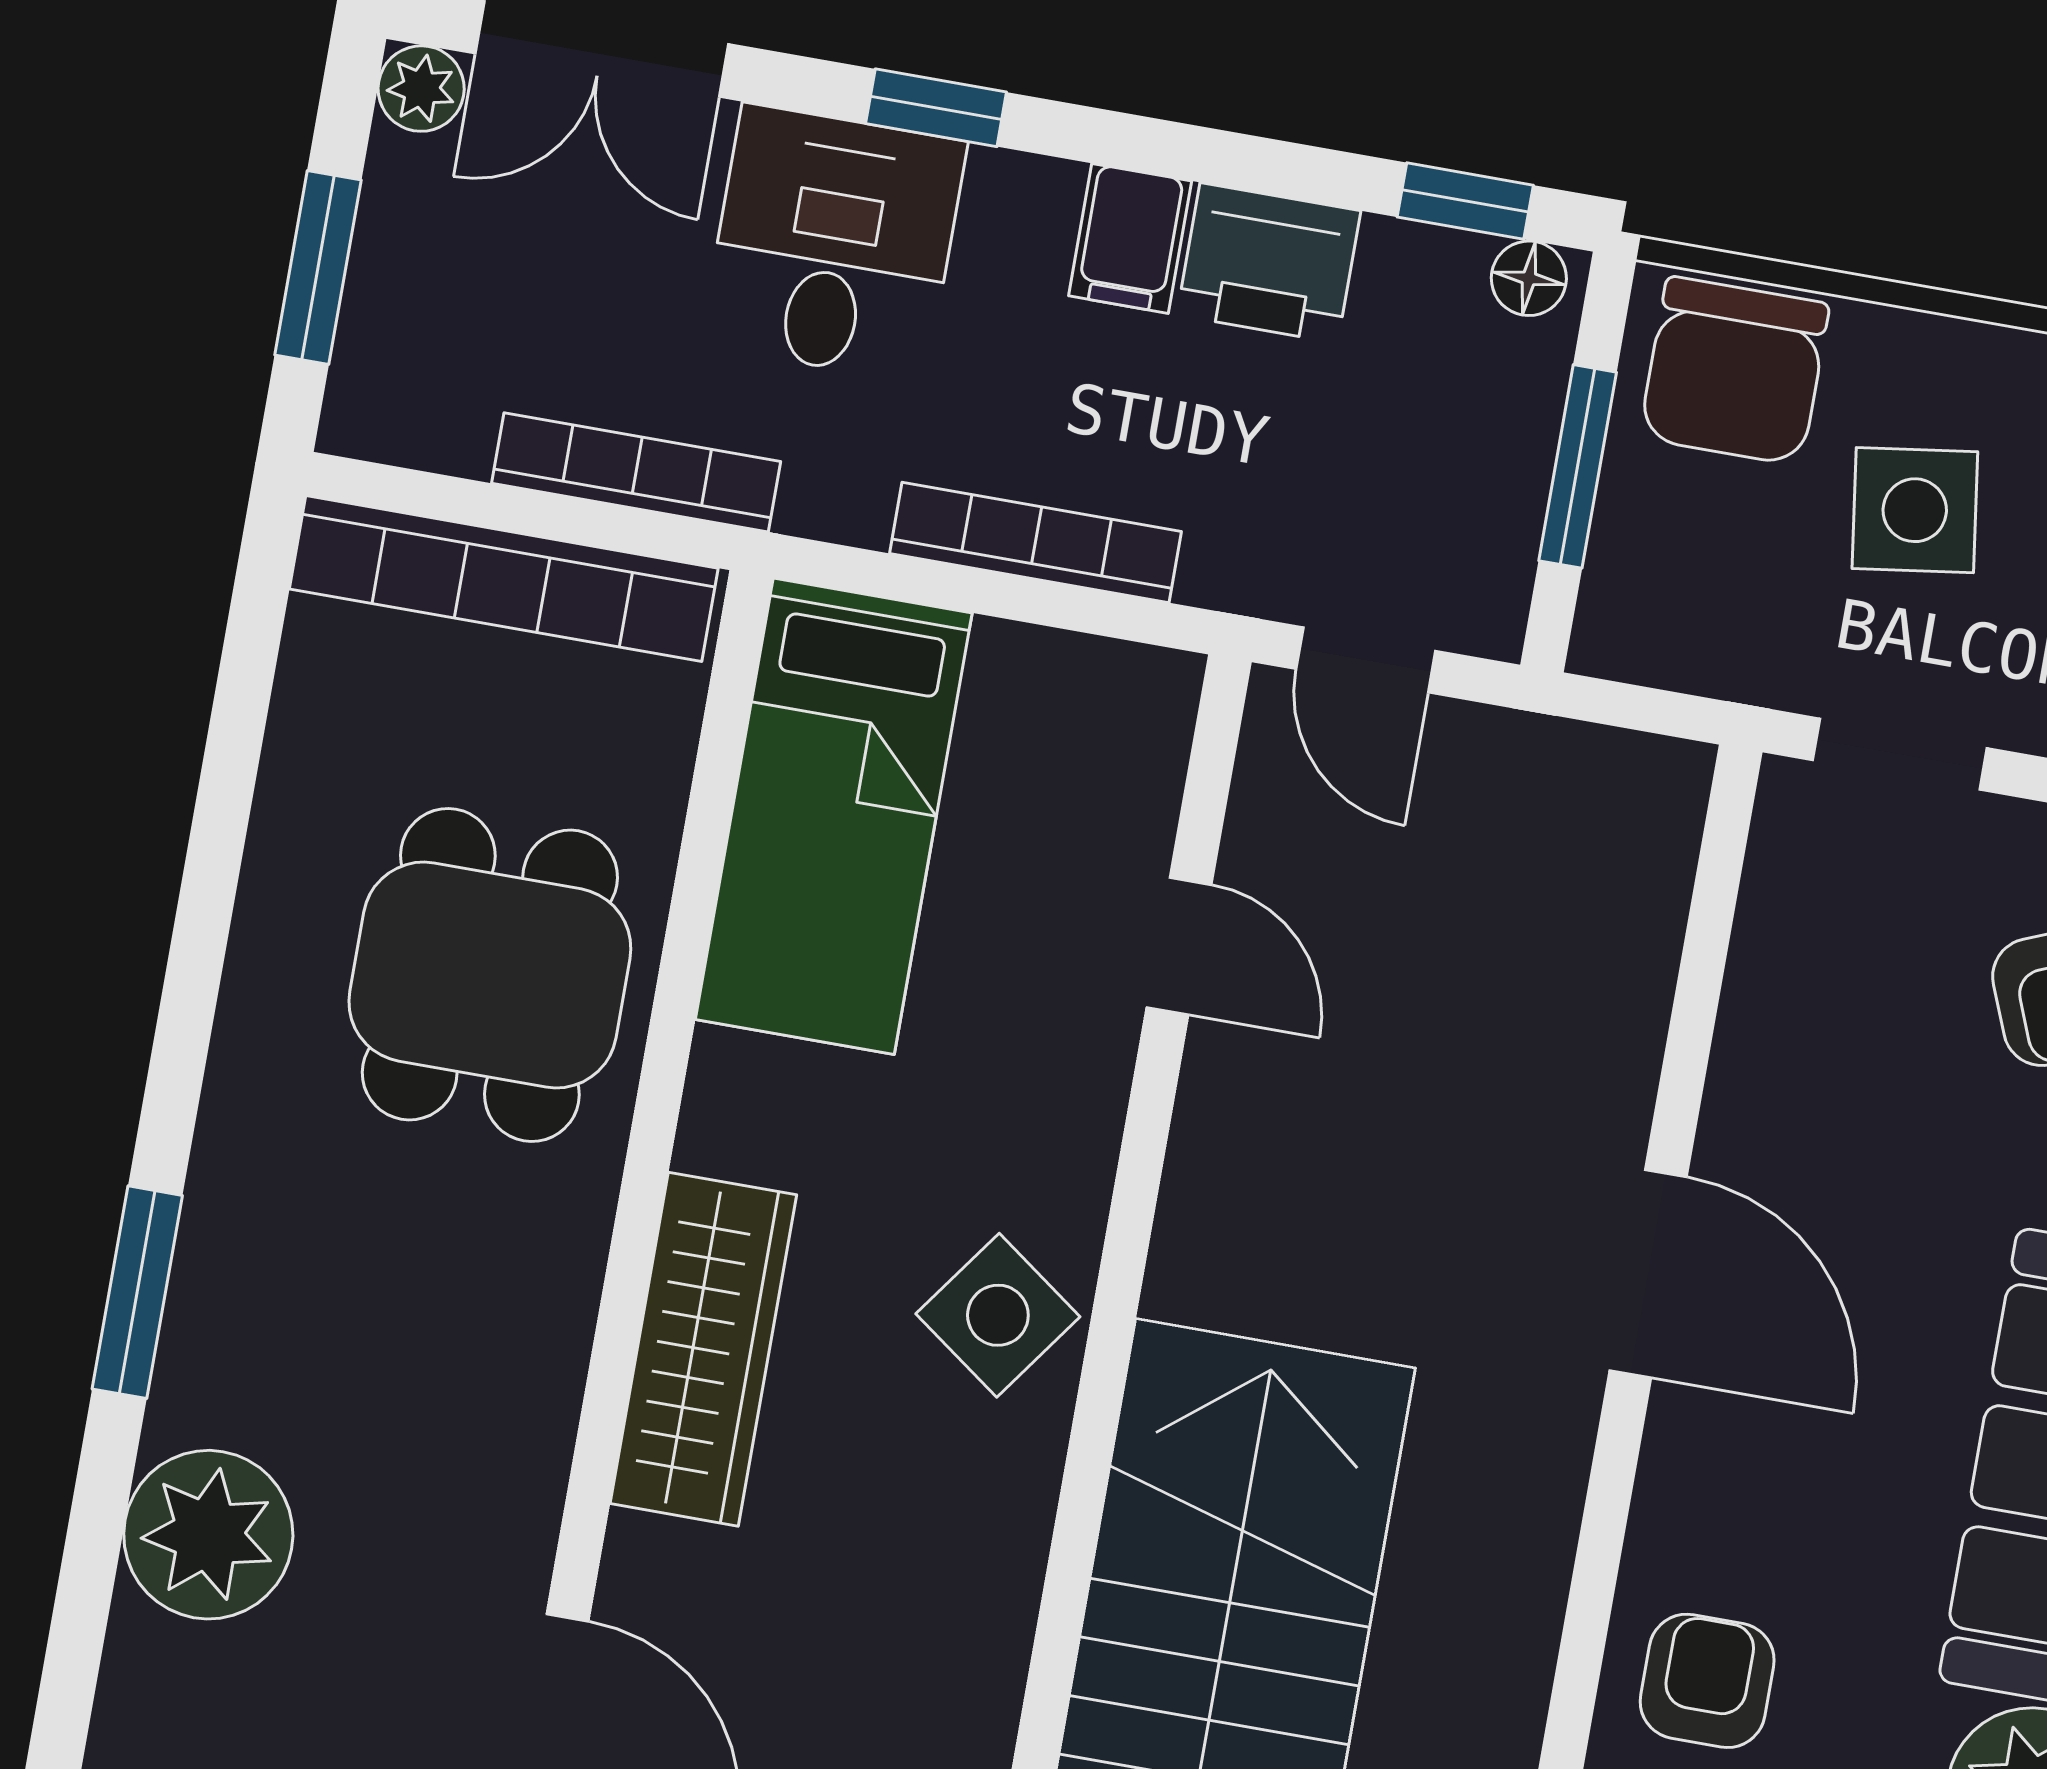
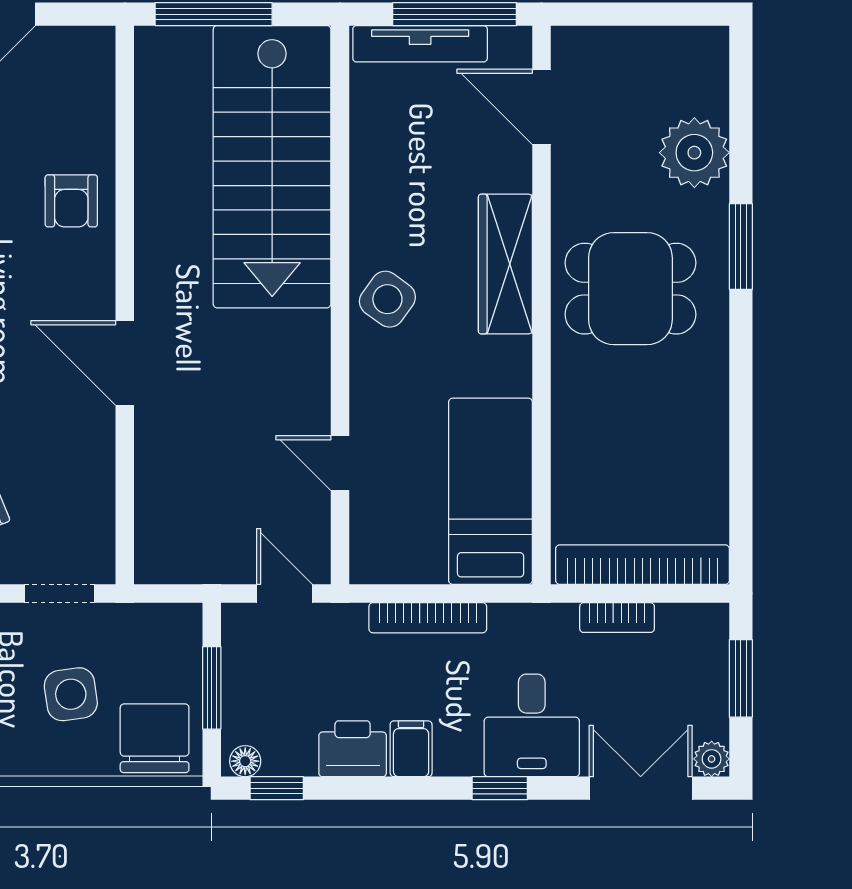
bookcase: (636, 472) -> (617, 618), width x0.64
dining table: (490, 975) -> (630, 289), moved, turned 90

